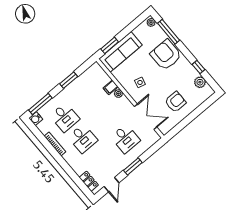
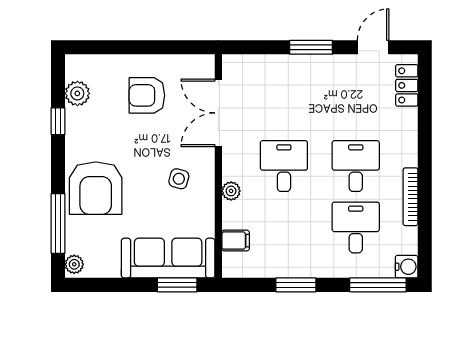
filing cabinet: (111, 87) -> (236, 241), moved
desk: (125, 139) -> (284, 166), moved

